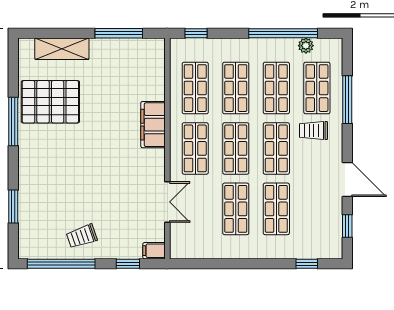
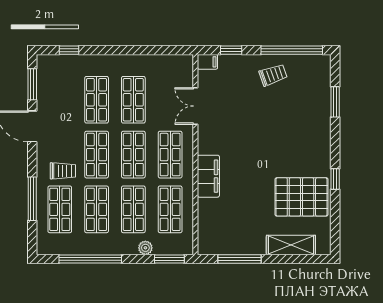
window: (196, 33) -> (169, 259), width x1.50
plant: (306, 46) -> (145, 248), moved
window: (13, 122) -> (335, 179), width x0.46
window: (347, 226) -> (32, 84), width x1.50

